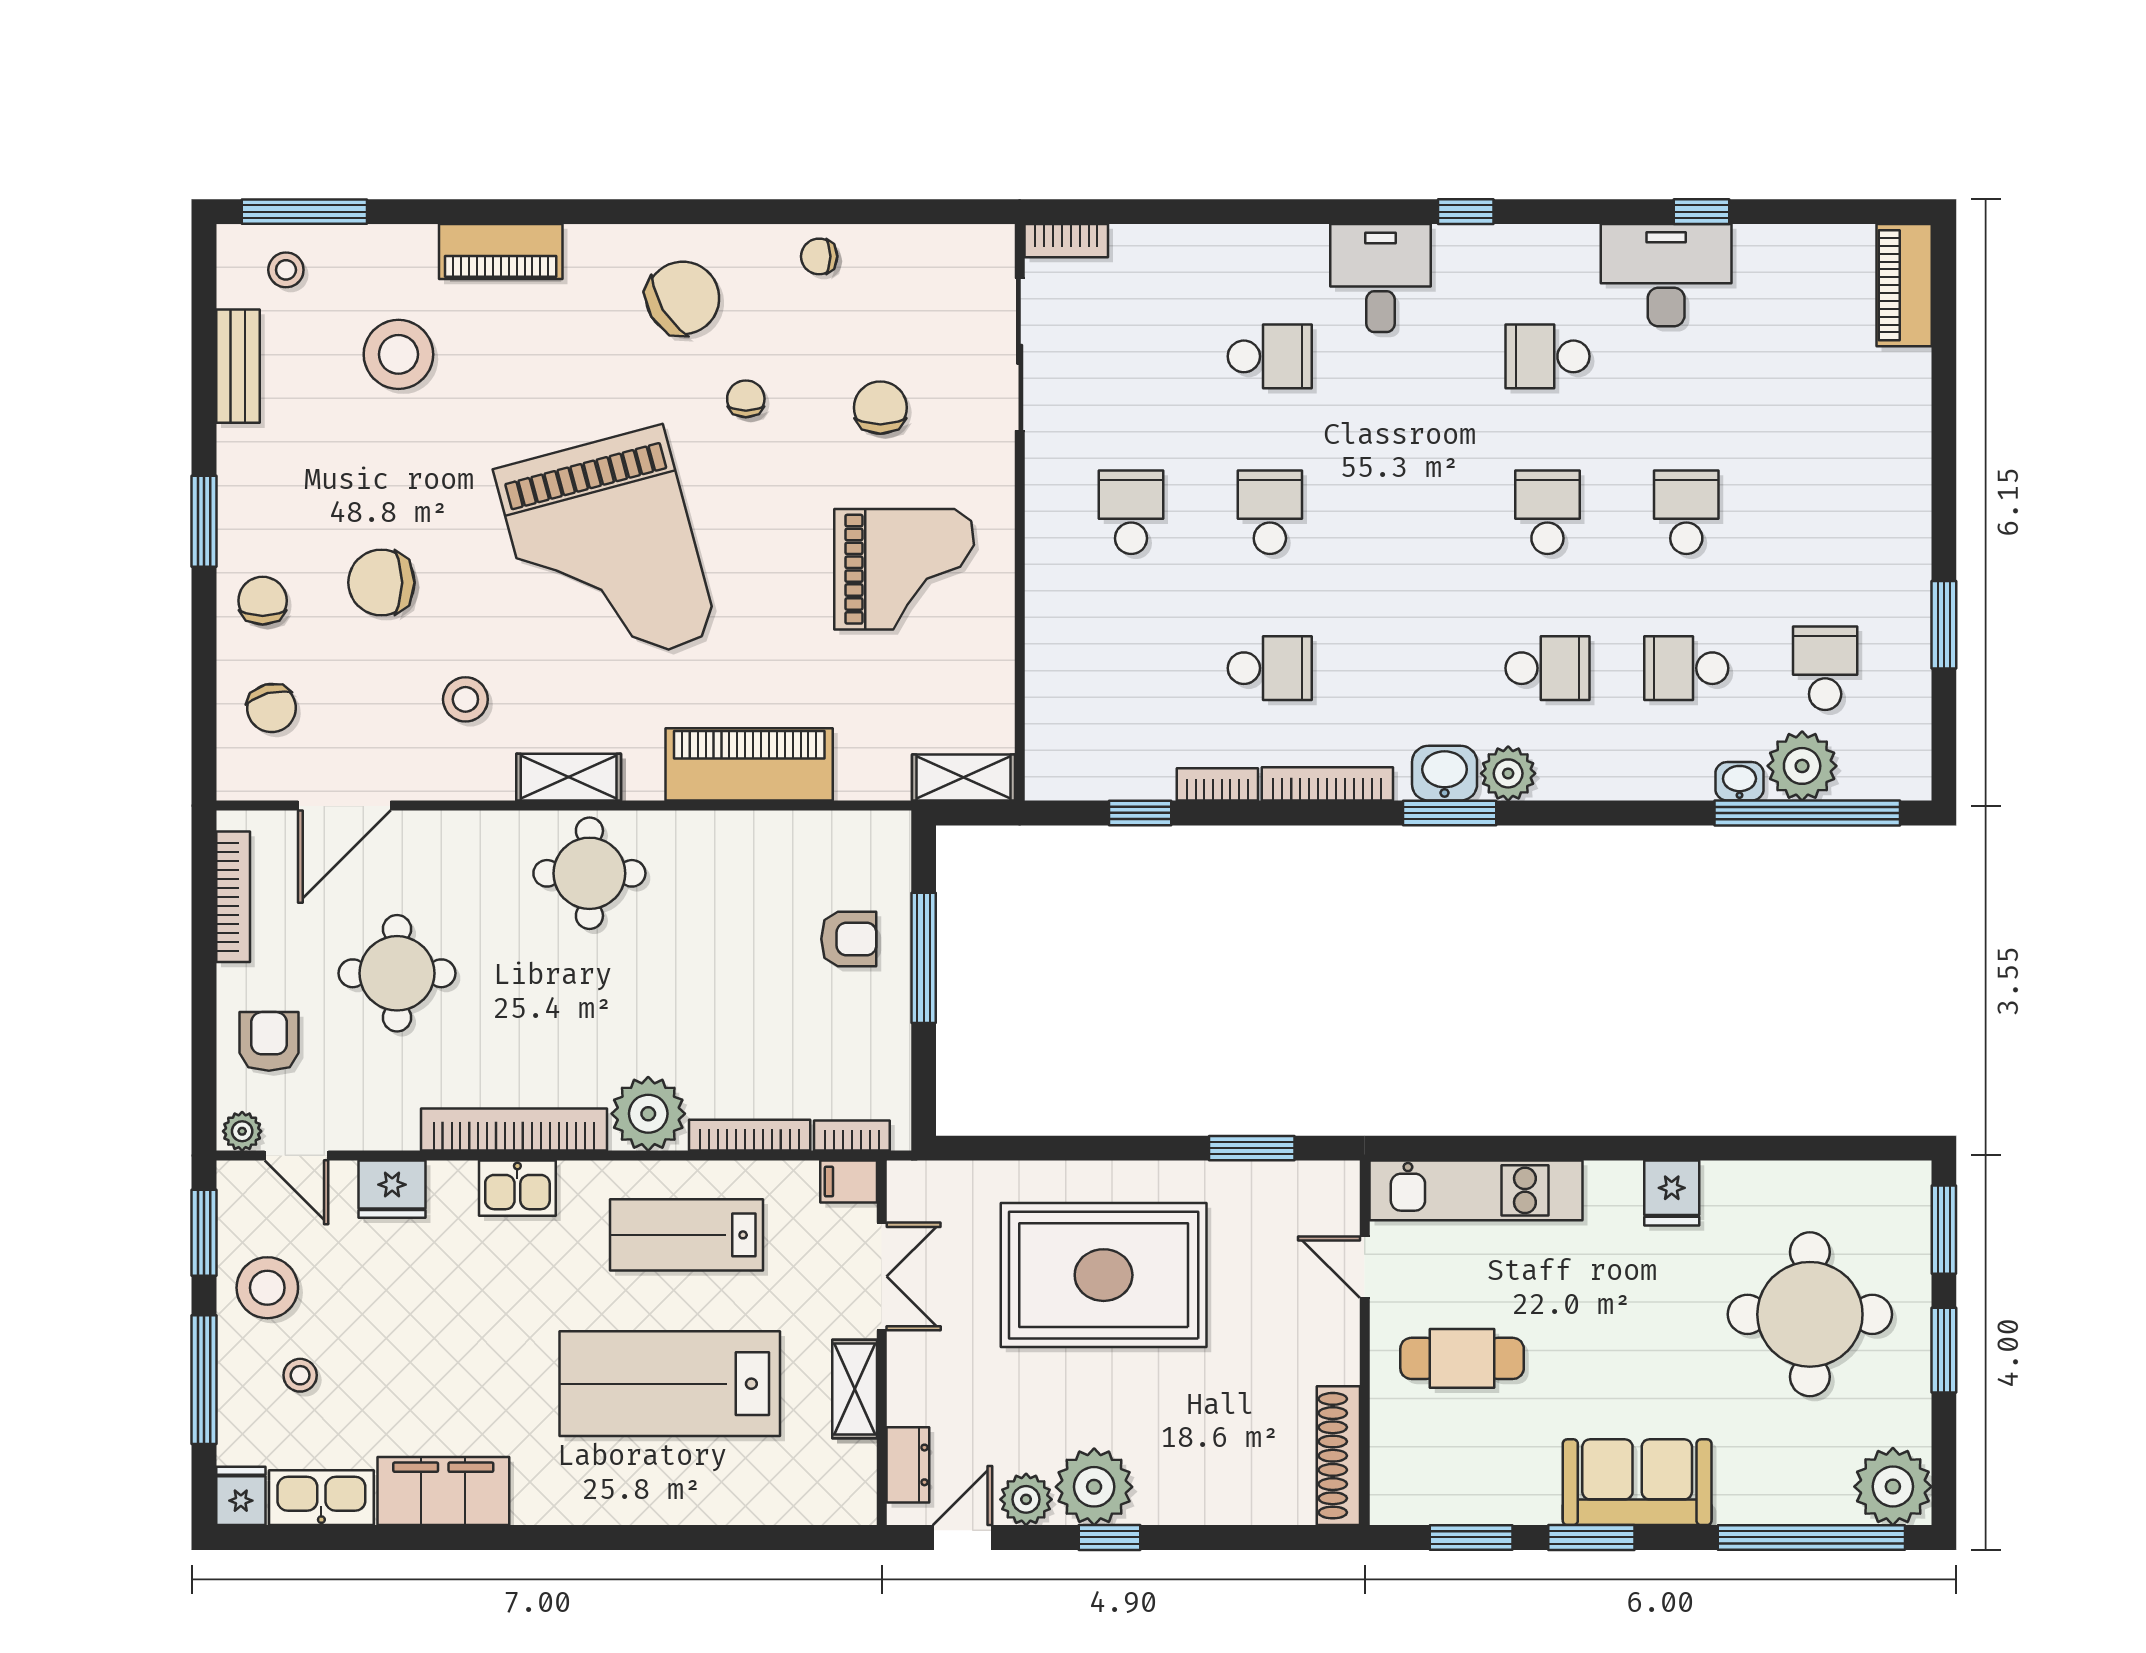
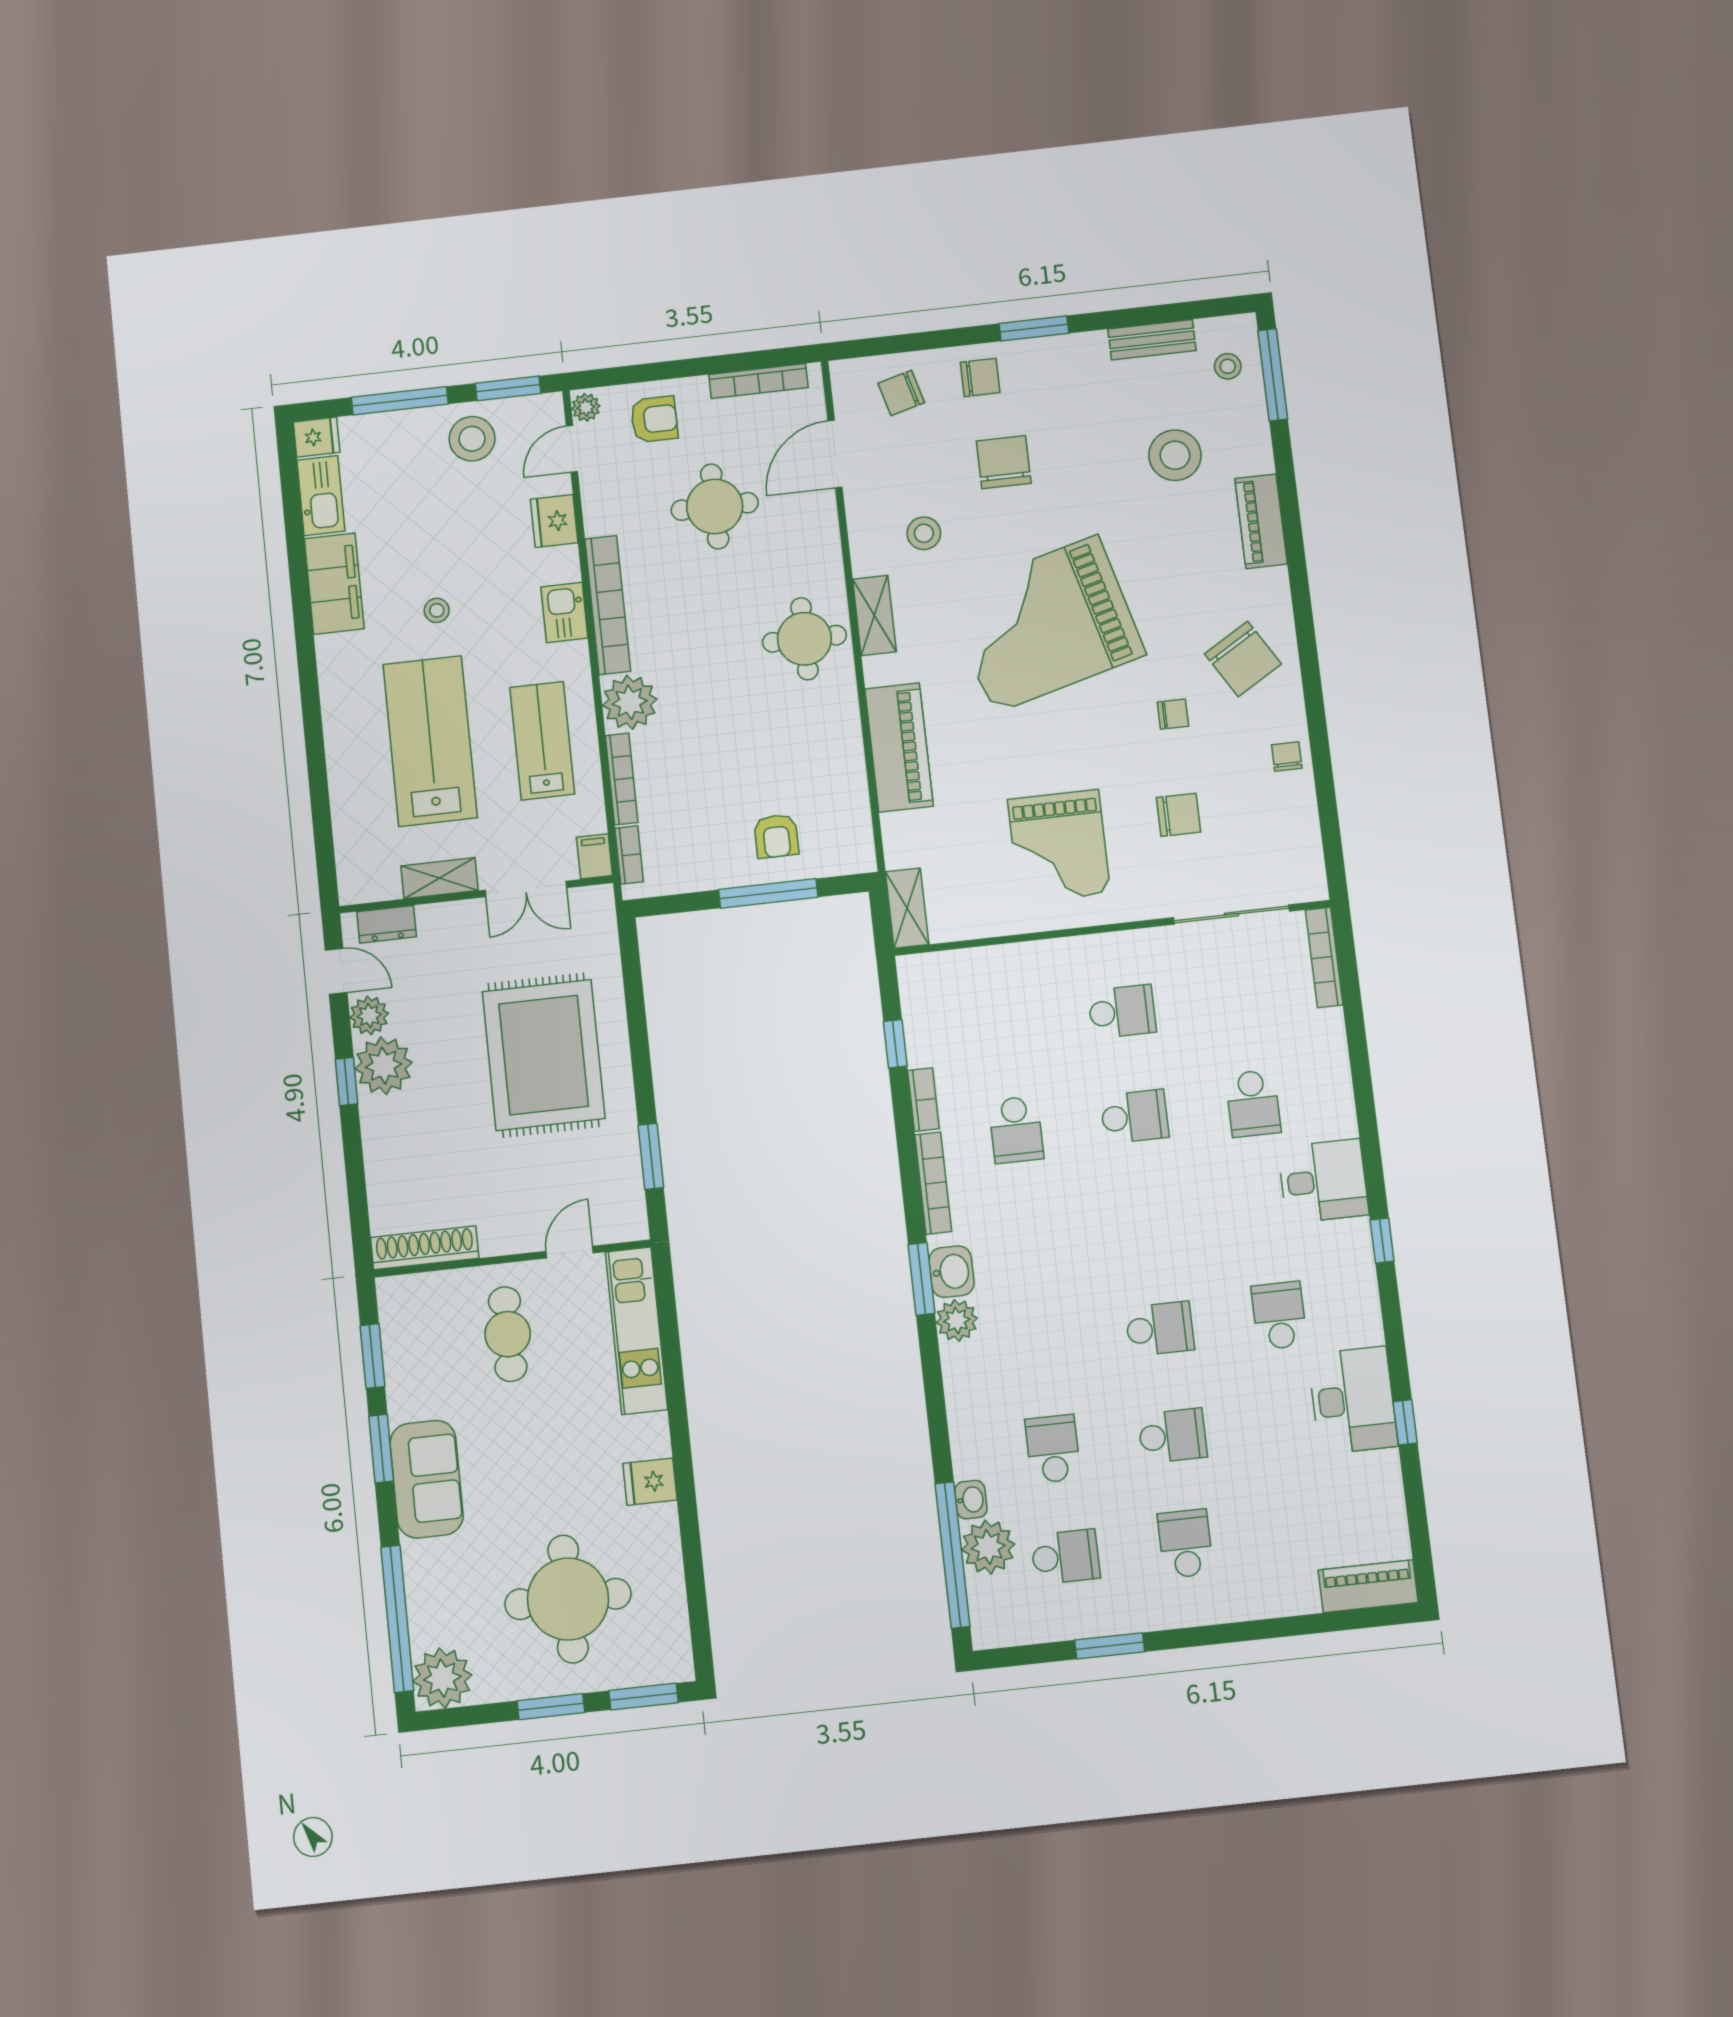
bookcase: (1066, 241) -> (1324, 958), width x1.56
school desk: (1547, 668) -> (1185, 1544), moved, turned 180
door: (344, 806) -> (835, 454), hinge flipped
stool: (300, 1375) -> (437, 610), moved

